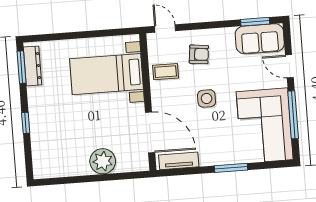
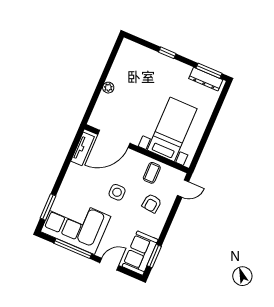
plant: (103, 161) -> (108, 88), width x0.53, depth x0.53
window: (231, 168) -> (48, 207), moved

